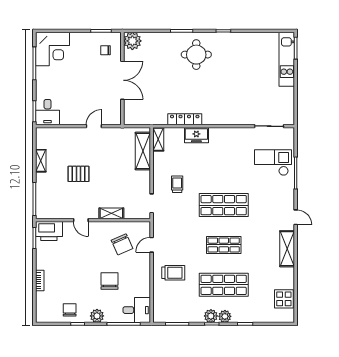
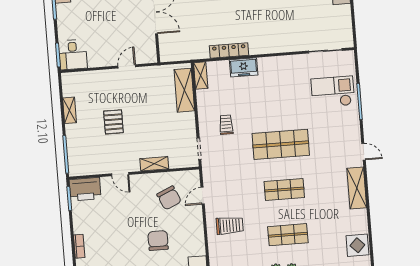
pallet: (78, 174) -> (113, 122), turned 90
shop shelf: (224, 285) -> (288, 235), width x0.70, depth x0.74

